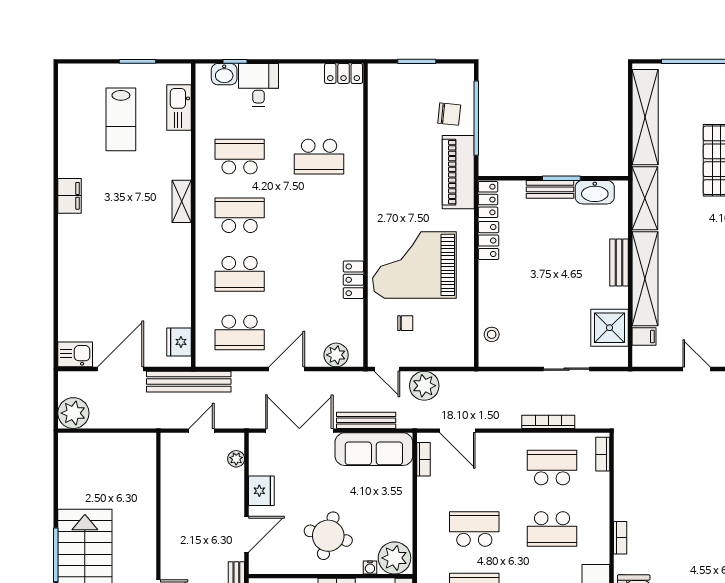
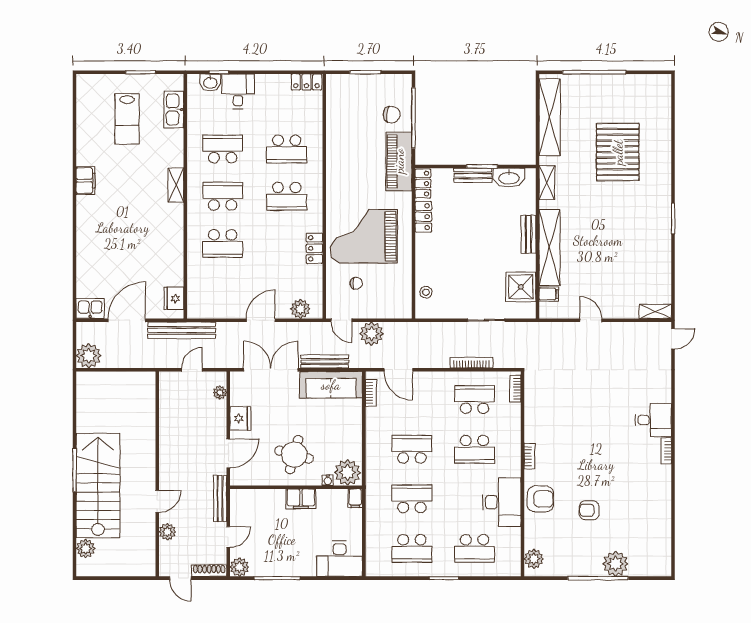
shelving: (645, 198) -> (547, 183), width x0.67, depth x0.75
school desk: (240, 332) -> (287, 196), moved

